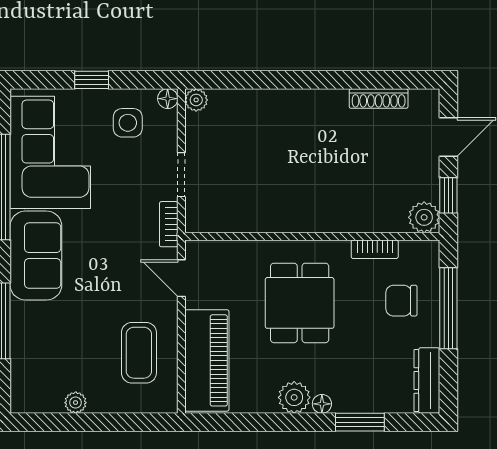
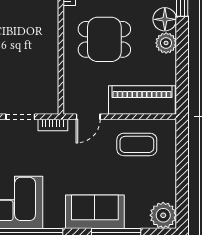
sofa: (36, 256) -> (95, 212), moved
plant: (76, 403) -> (163, 215), moved, width x1.87, depth x1.87
floor lamp: (322, 404) -> (165, 19), width x1.89, depth x1.89

